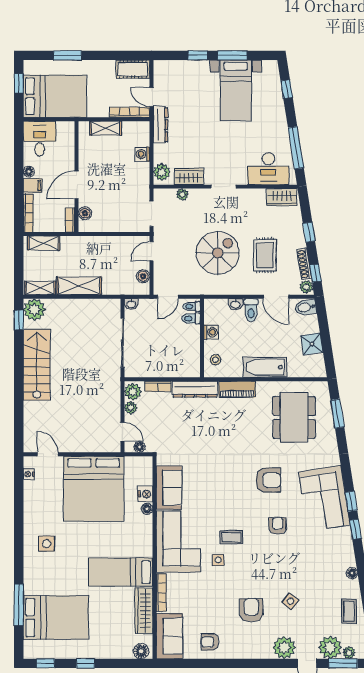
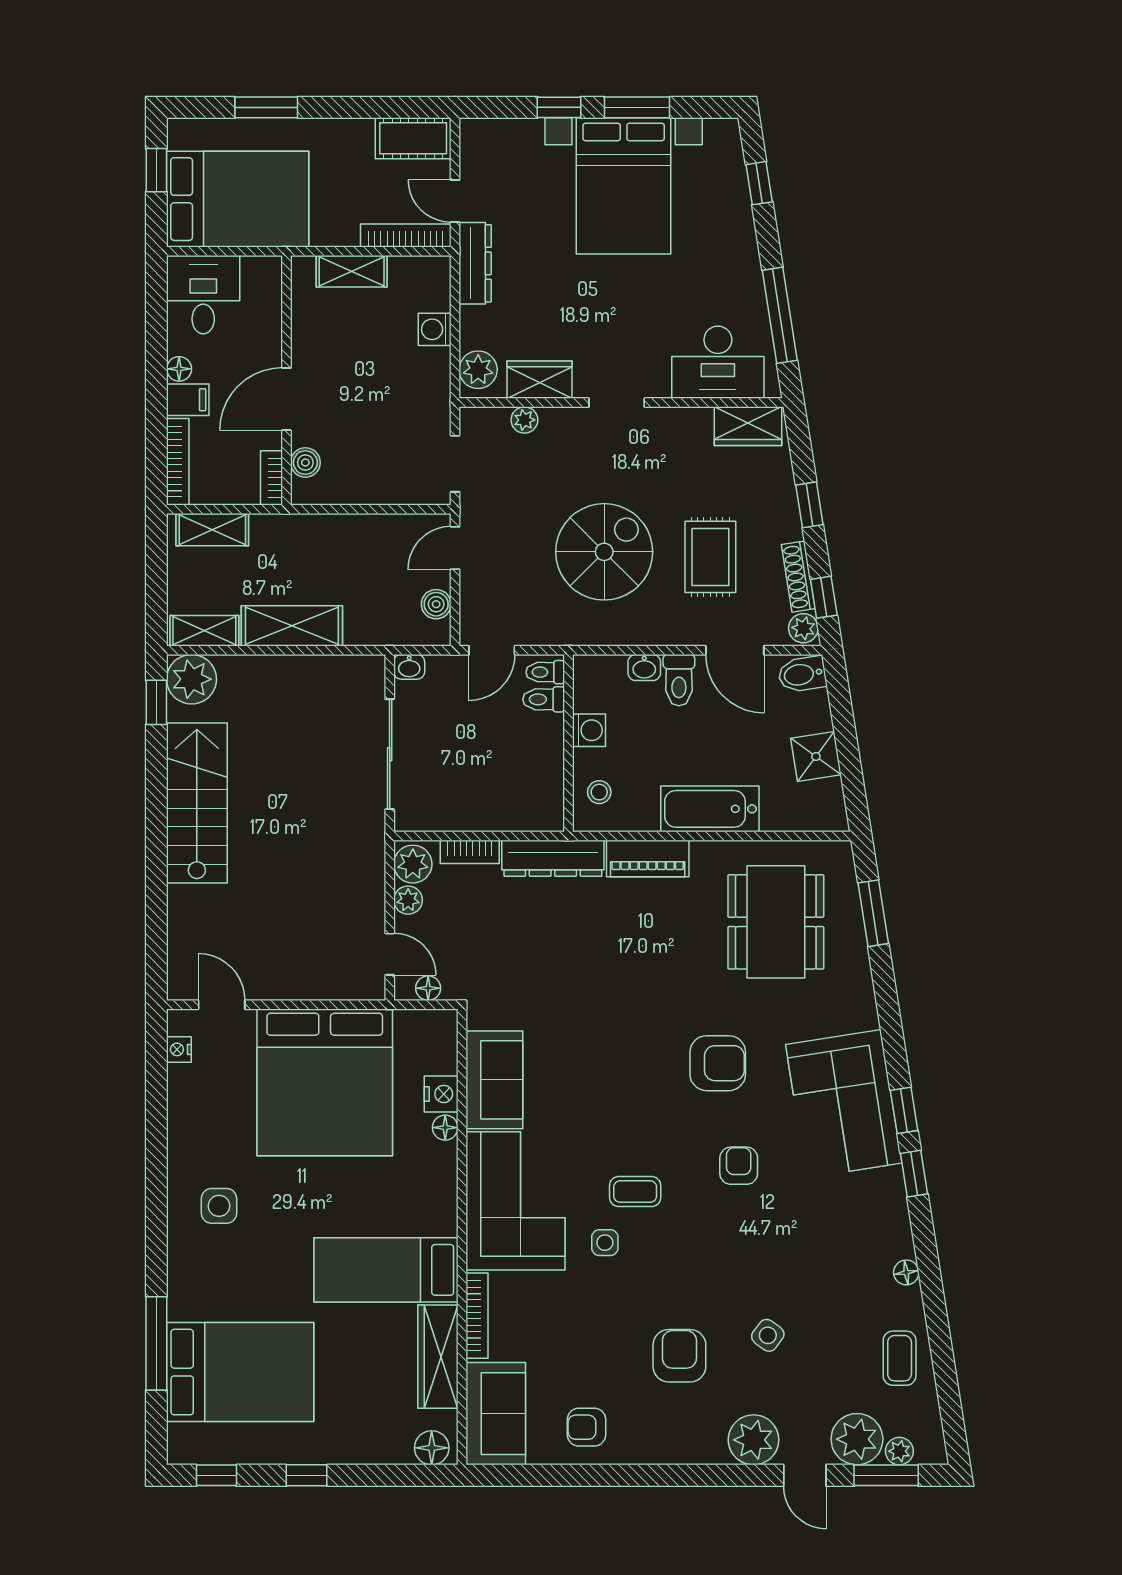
bed with nightstands: (236, 90) -> (624, 186), width x1.36

